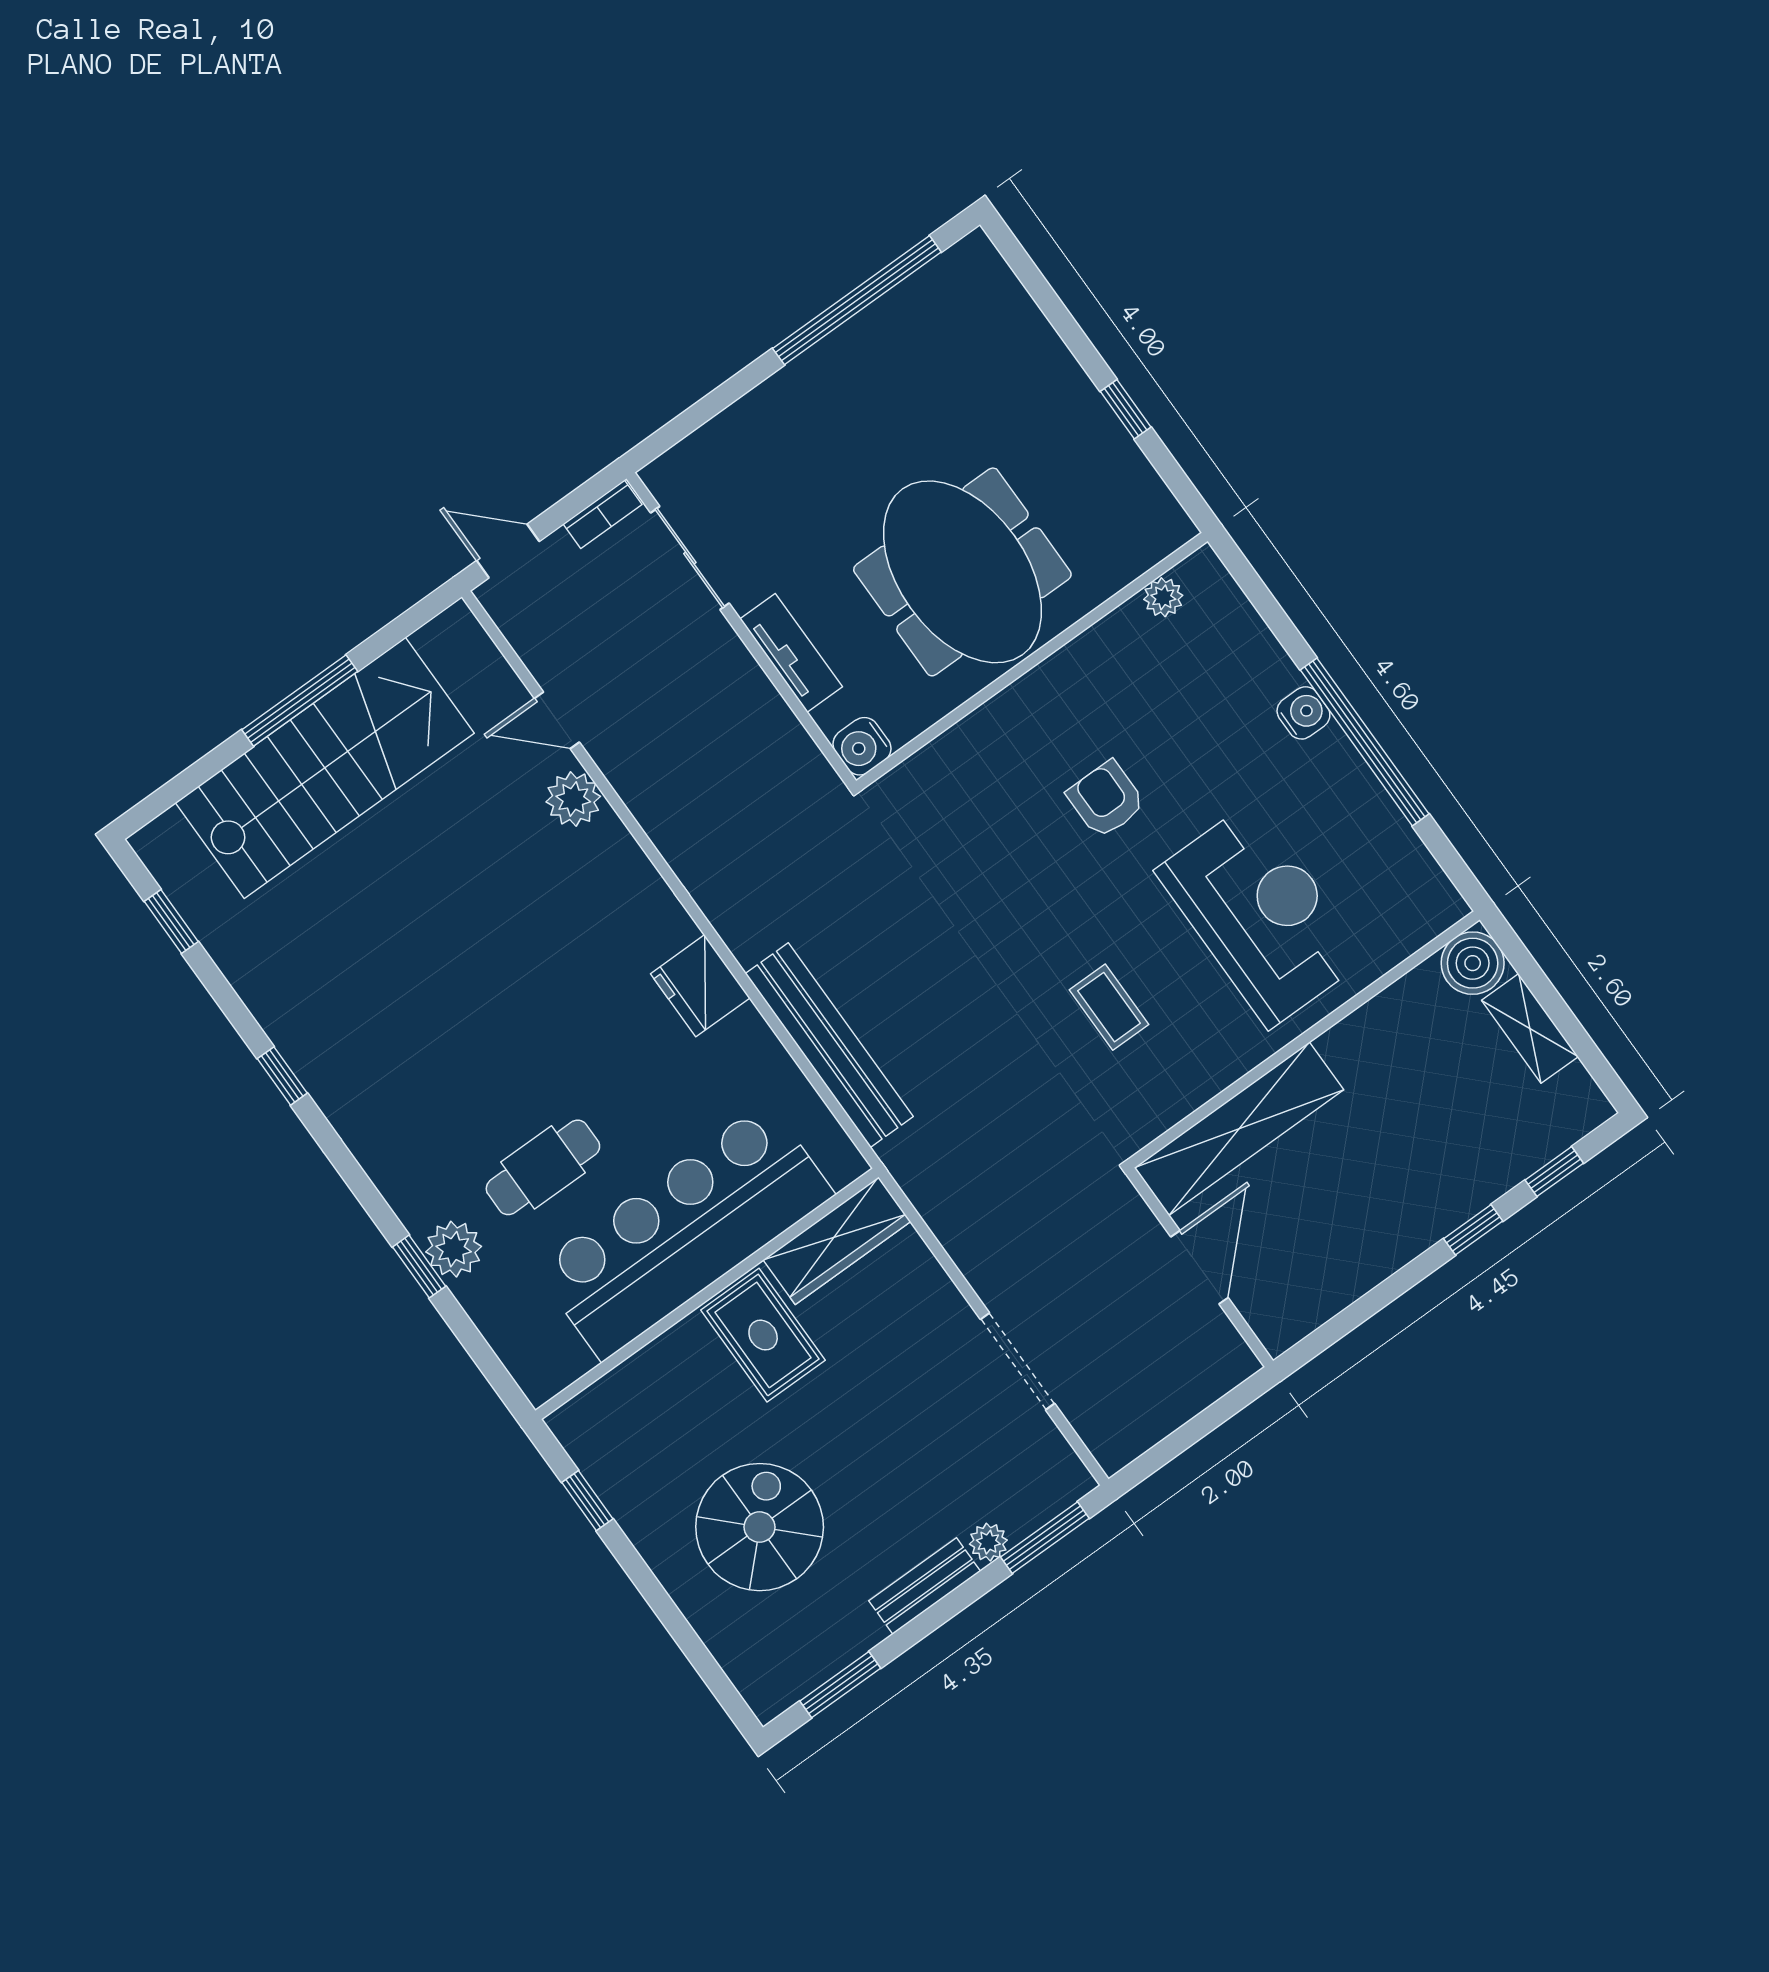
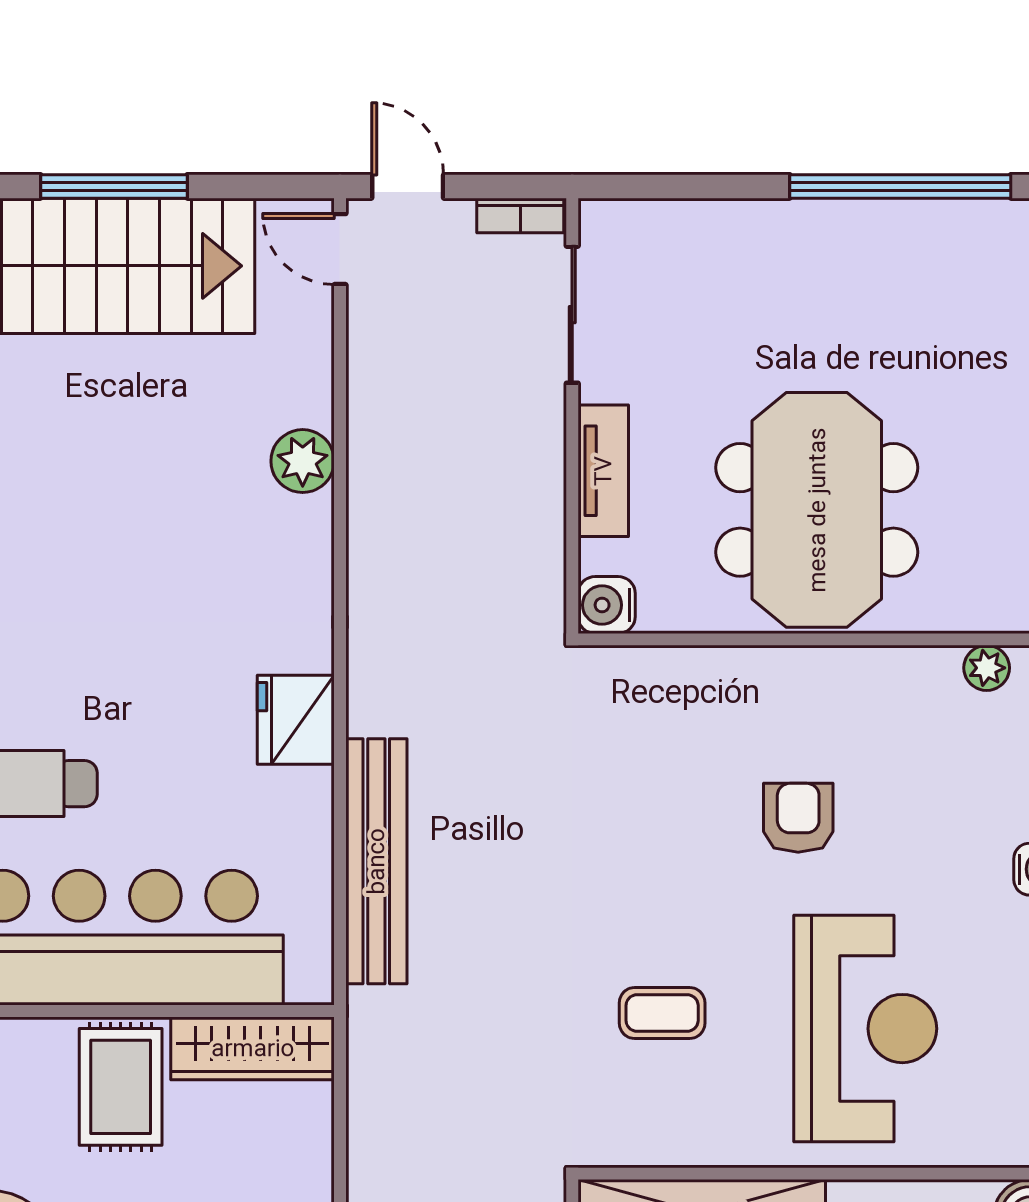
door: (557, 720) -> (340, 249), moved
coffee table: (1109, 1007) -> (662, 1013), turned 90

